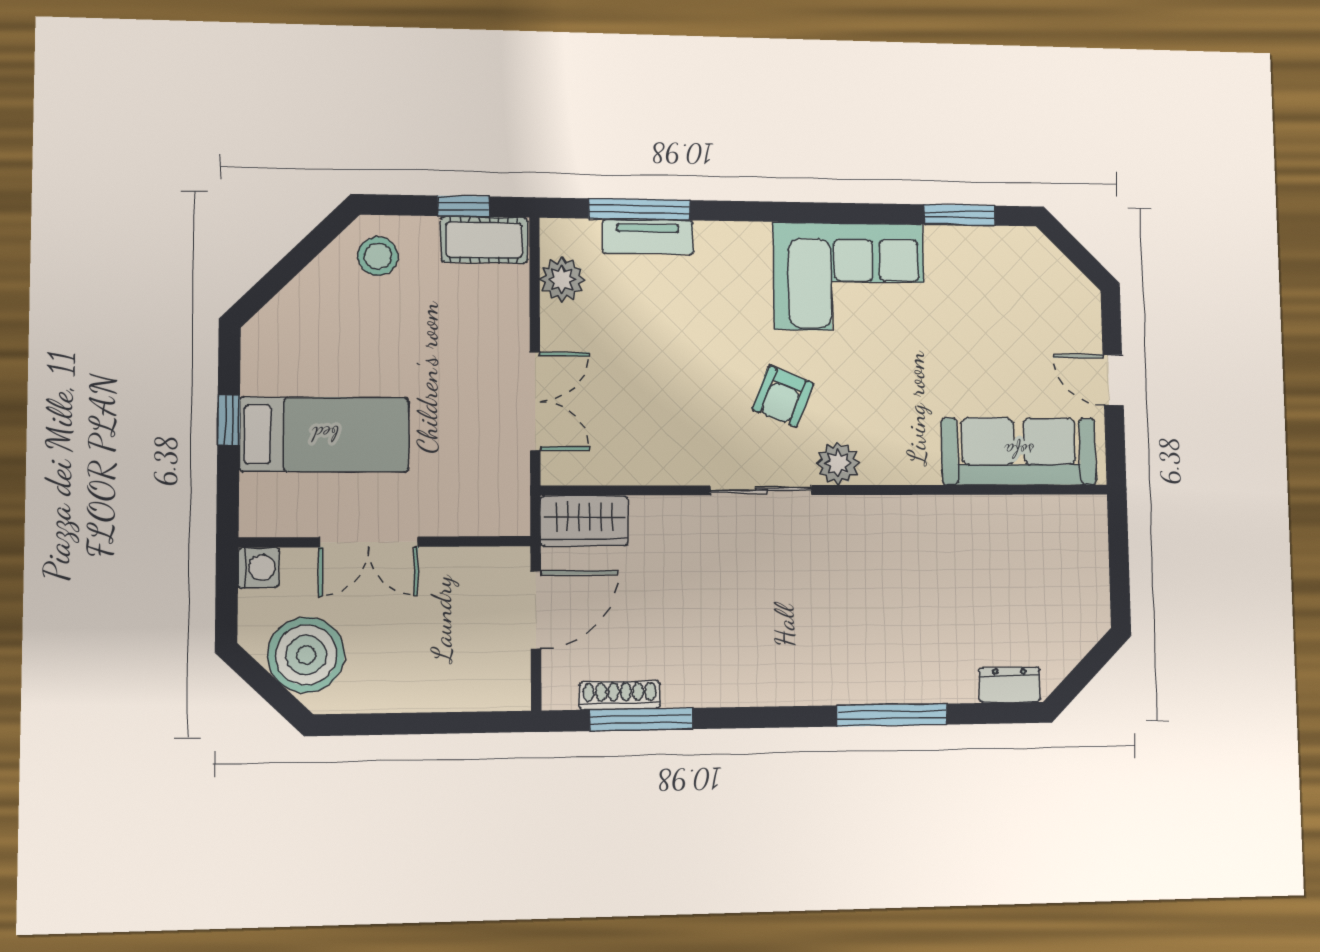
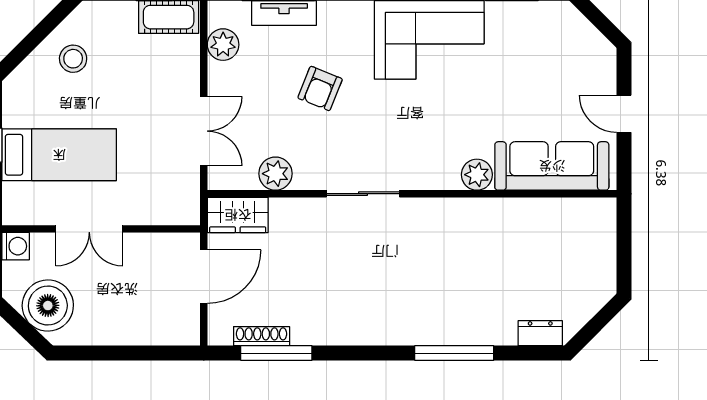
stool: (378, 256) -> (73, 59), moved
armchair: (783, 396) -> (320, 88), moved
plant: (638, 462) -> (275, 174), added
plant: (838, 463) -> (477, 175), moved

